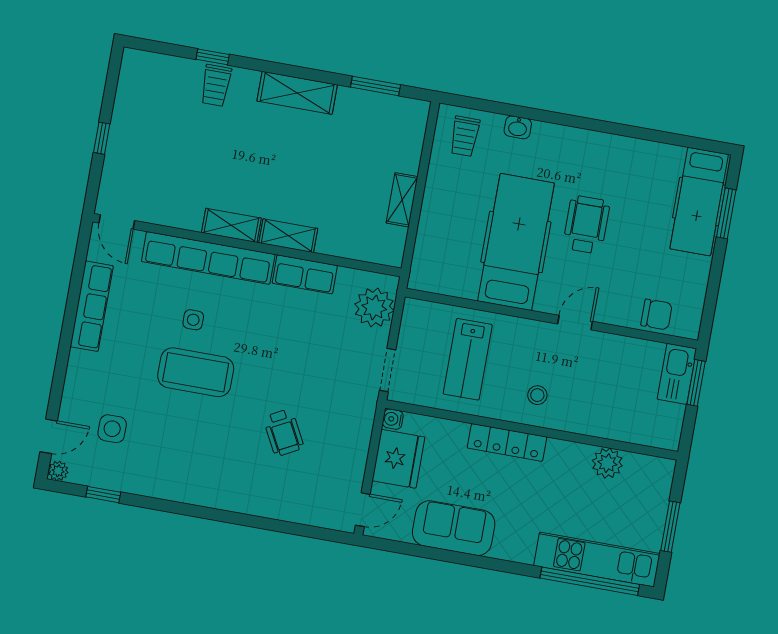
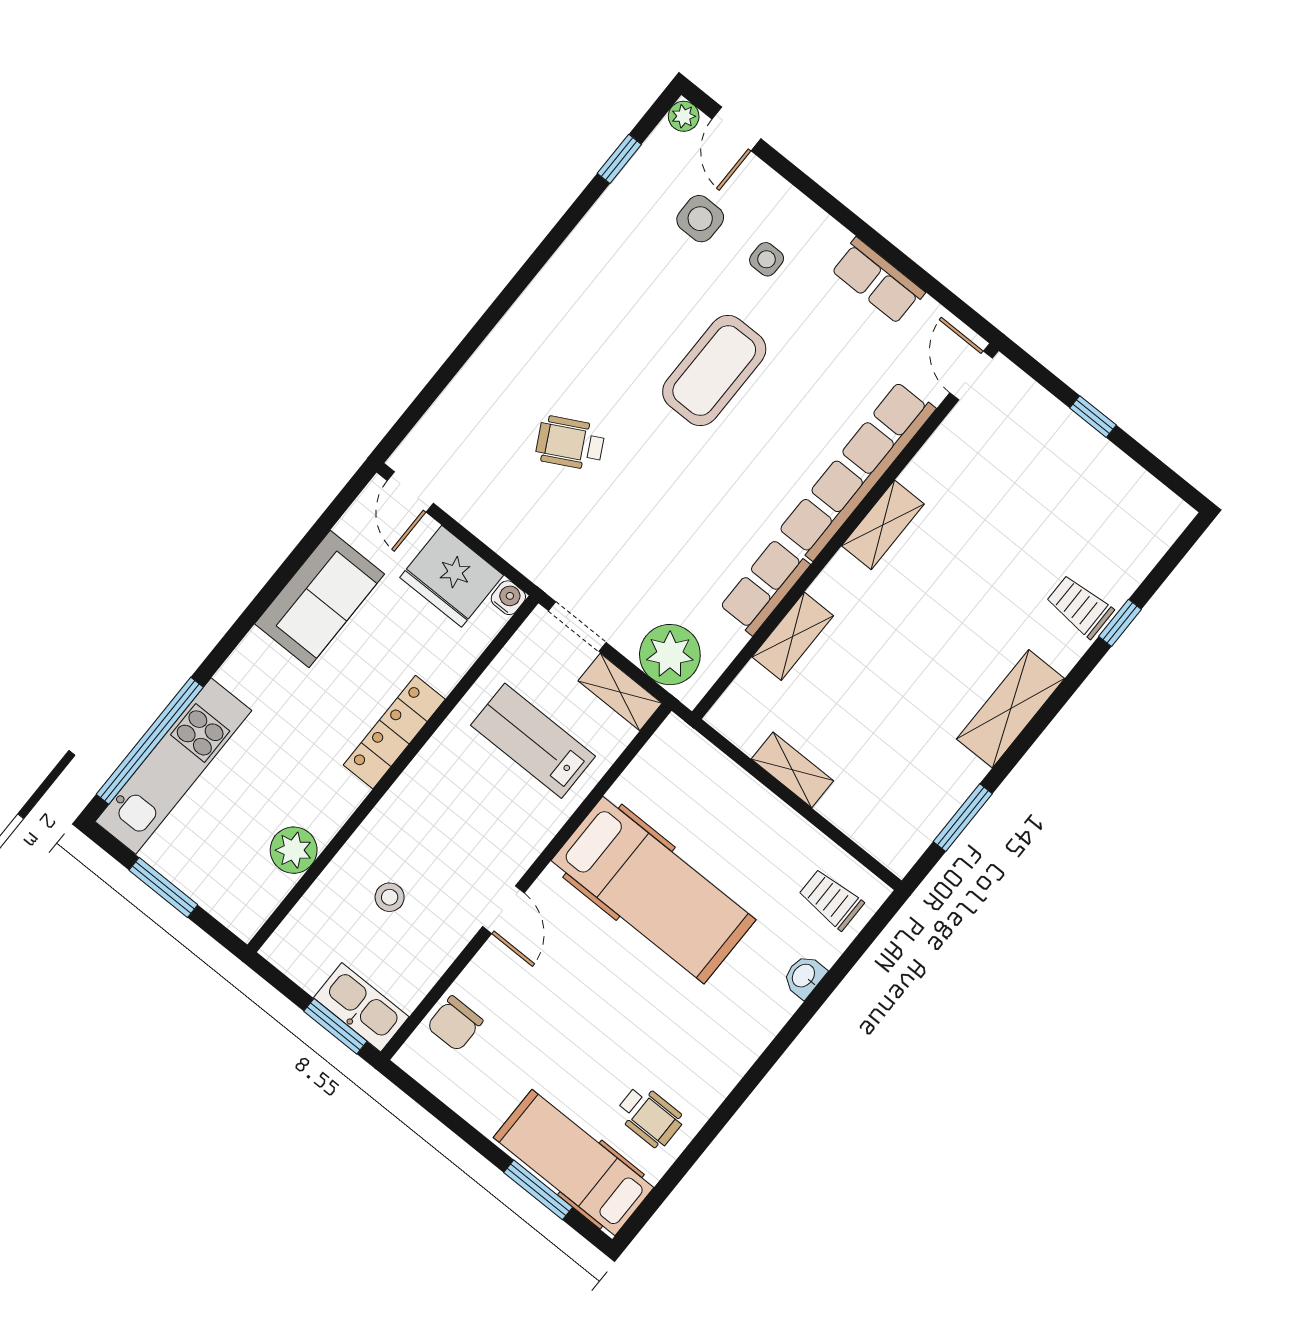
door: (117, 222) -> (971, 376), hinge flipped
wheelchair: (586, 225) -> (650, 1116), moved, width x0.73, depth x0.73
shelving: (288, 236) -> (793, 636), moved
row of seats: (92, 306) -> (878, 281), width x0.68
side table: (193, 320) -> (767, 259), moved
shelving: (412, 324) -> (620, 692), added
stool: (537, 395) -> (390, 897), moved

